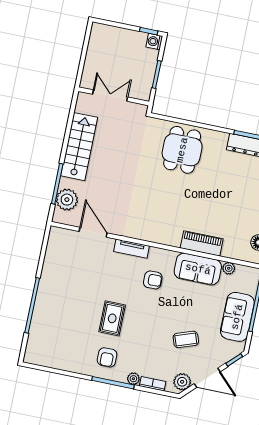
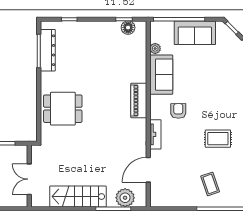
piano: (202, 243) -> (139, 101), moved
coffee table: (186, 339) -> (210, 184), moved

